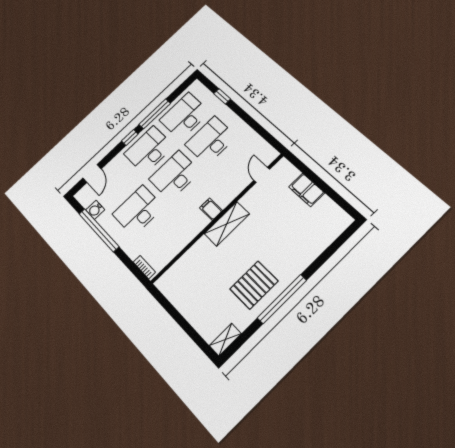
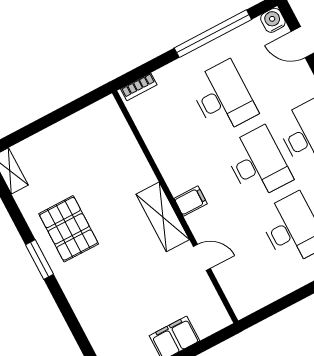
door: (262, 175) -> (202, 257), moved
water cooler: (95, 210) -> (273, 20), moved
window: (282, 299) -> (39, 259), width x0.47

